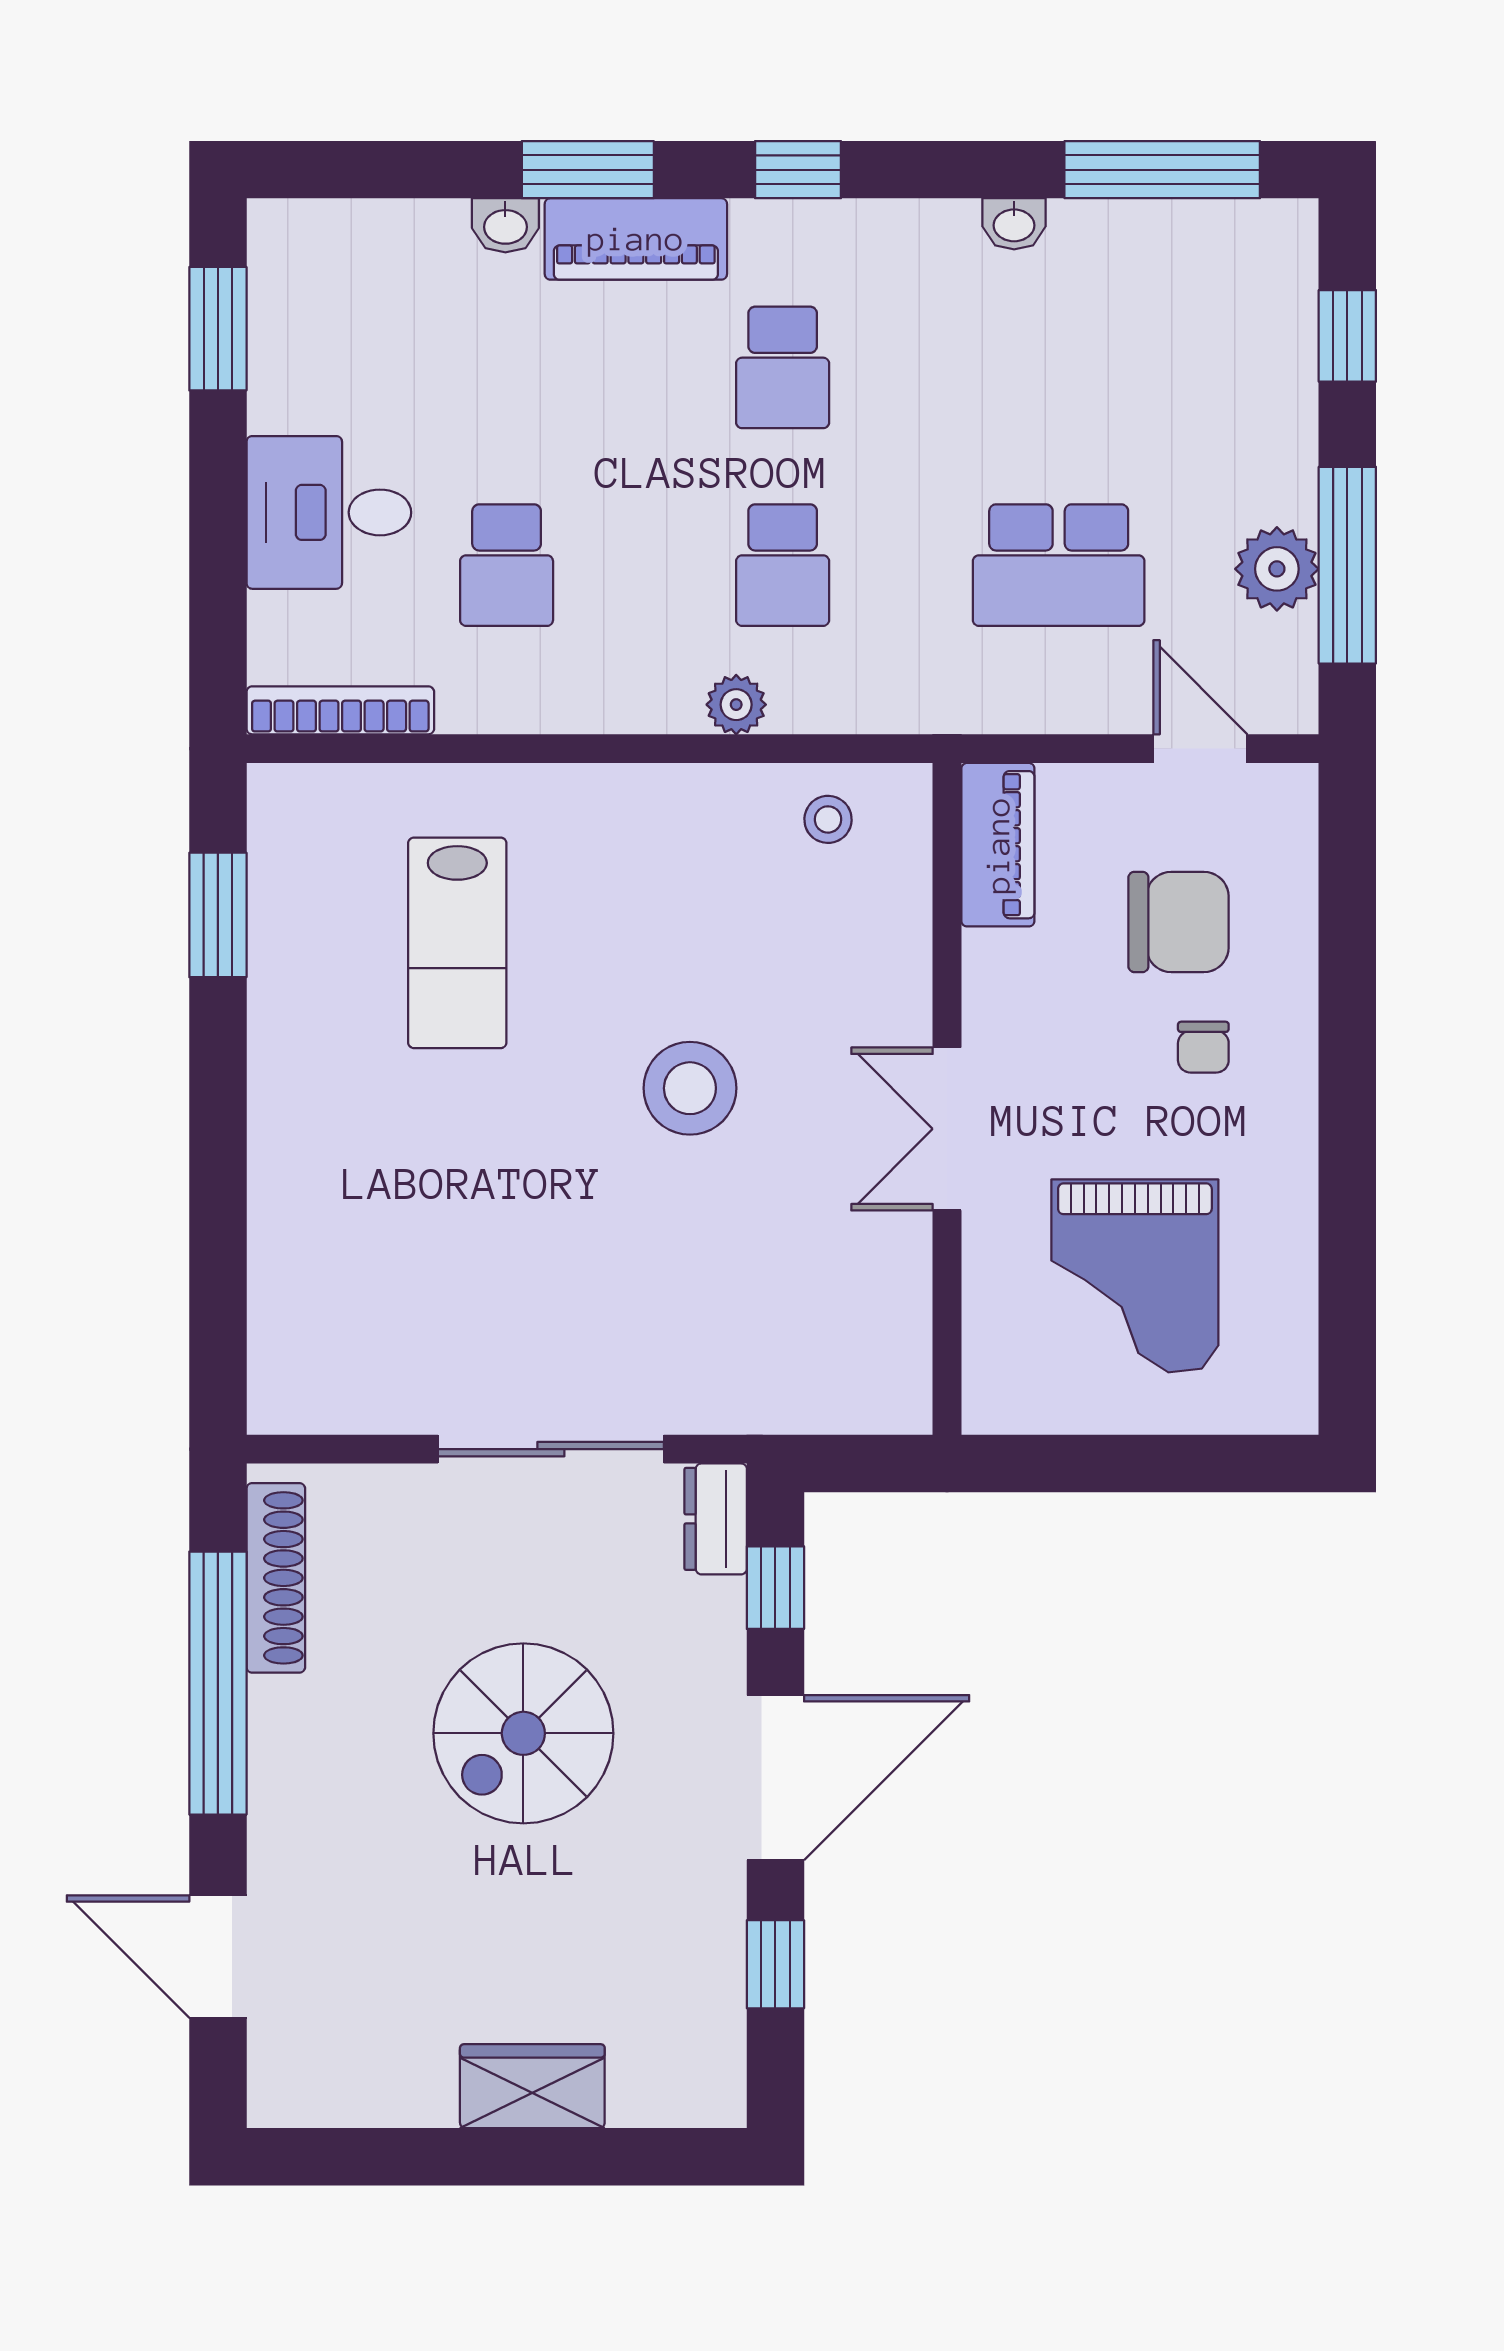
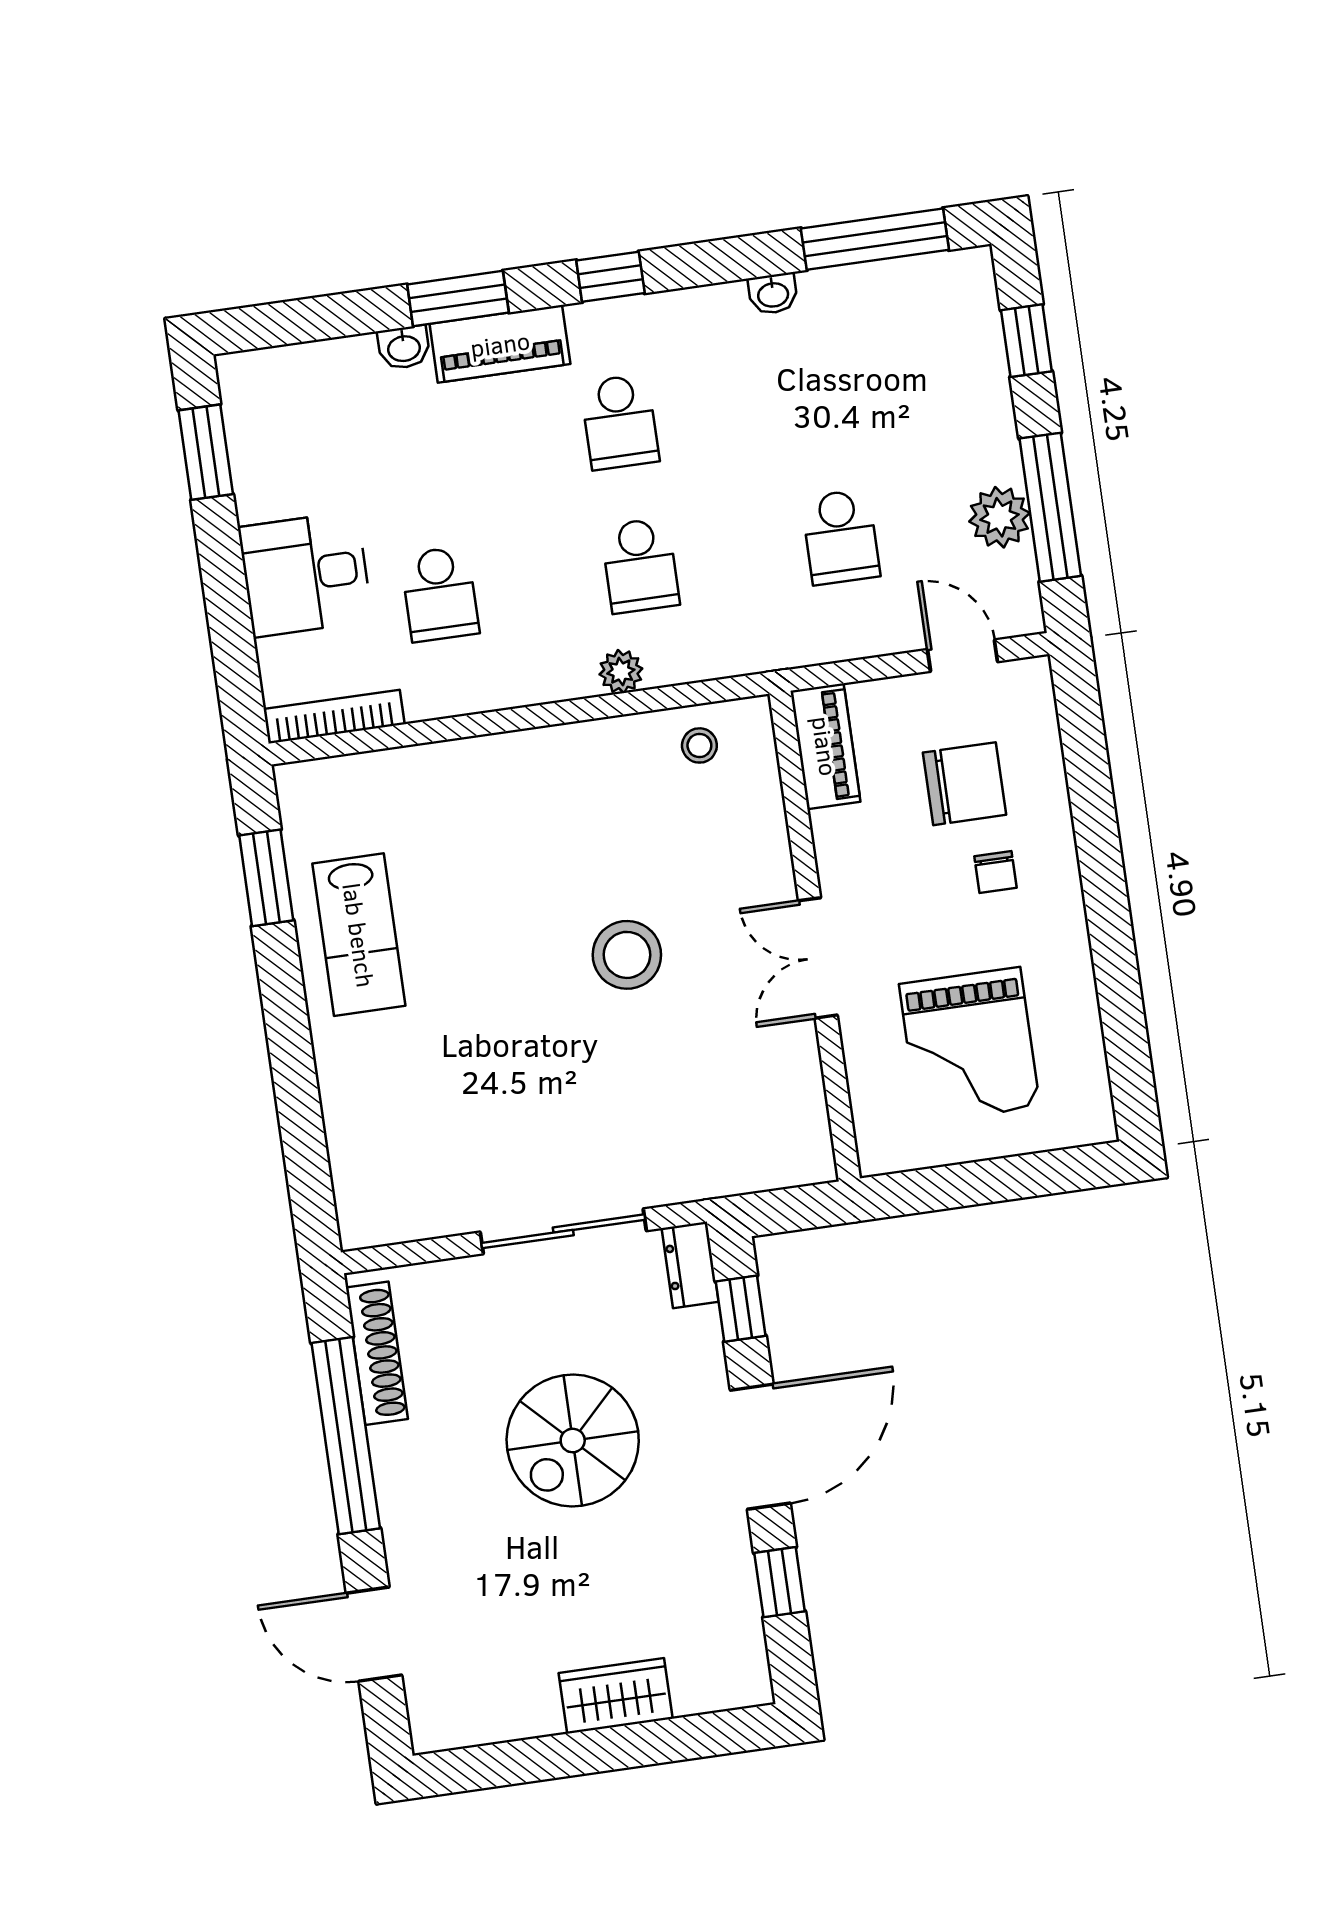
school desk: (1059, 565) -> (841, 537), width x0.54
lab bench: (457, 943) -> (359, 935), moved

